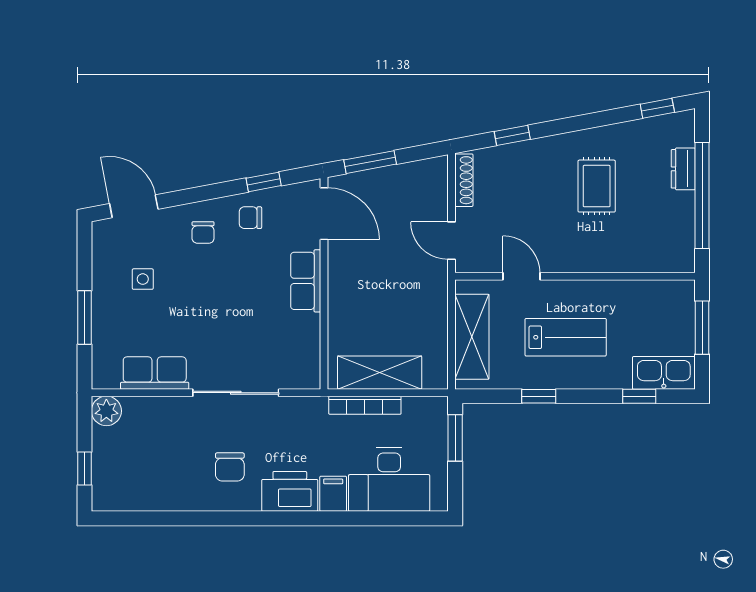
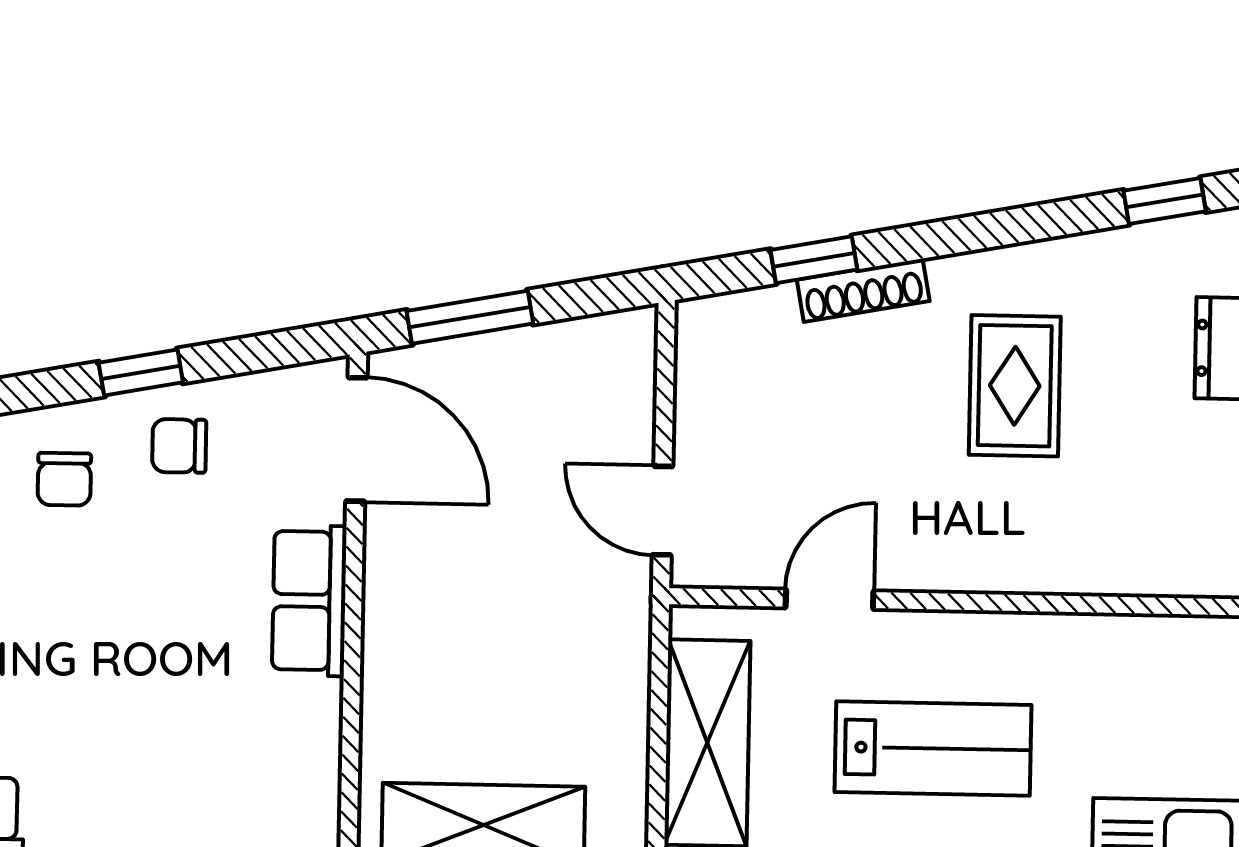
shoe rack: (464, 180) -> (863, 290), moved, turned 79
window: (264, 182) -> (141, 372), moved
door: (521, 276) -> (830, 599), hinge flipped

